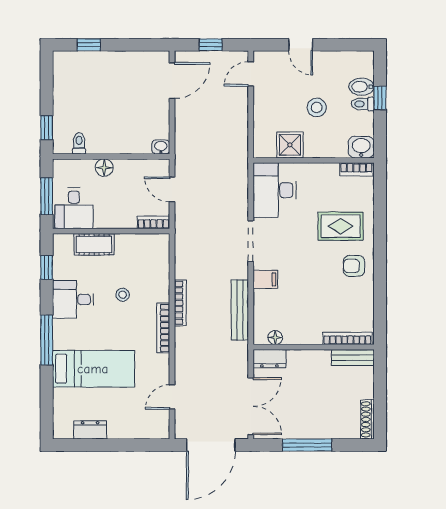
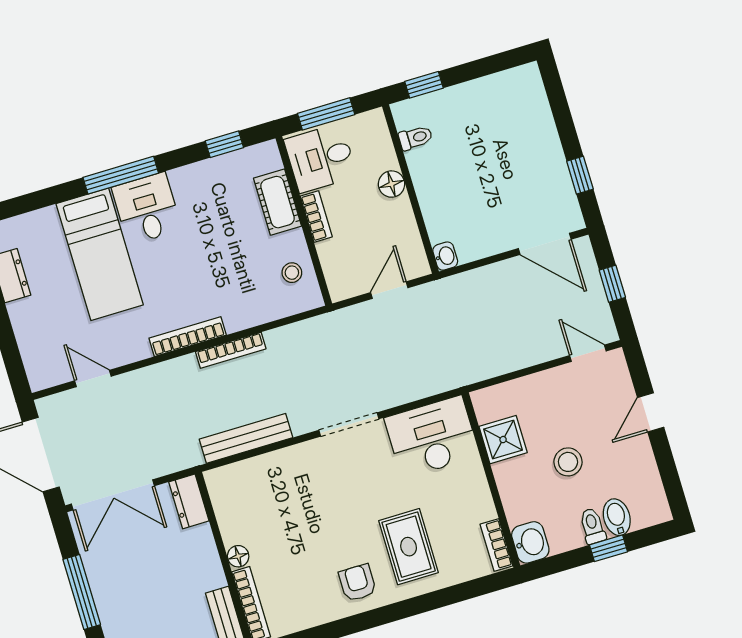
window: (89, 45) -> (580, 175), moved
bookcase: (153, 222) -> (316, 217), moved
filing cabinet: (265, 279) -> (300, 462), removed
stool: (123, 295) -> (292, 273), moved
desk: (73, 299) -> (147, 208), moved
floor lamp: (275, 338) -> (238, 556), moved

